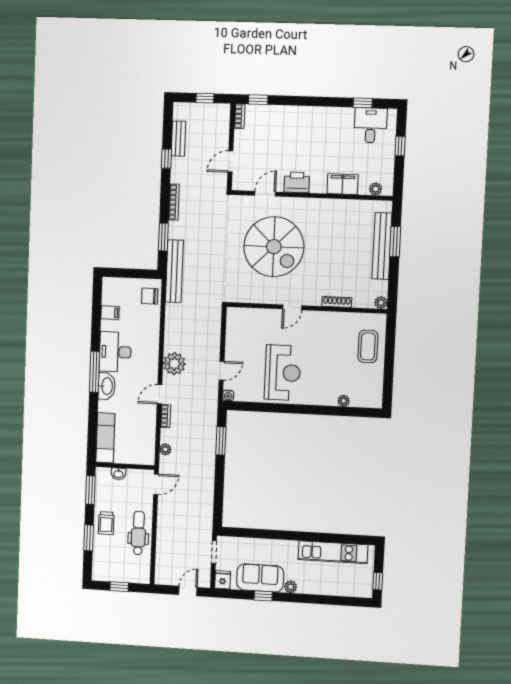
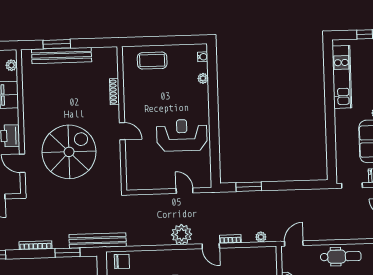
chair: (150, 296) -> (122, 261), turned -90
plant: (381, 303) -> (112, 52), removed
water cooler: (228, 395) -> (203, 57), moved
door: (156, 484) -> (294, 243), hinge flipped
dental chair: (138, 533) -> (341, 257), turned 180

